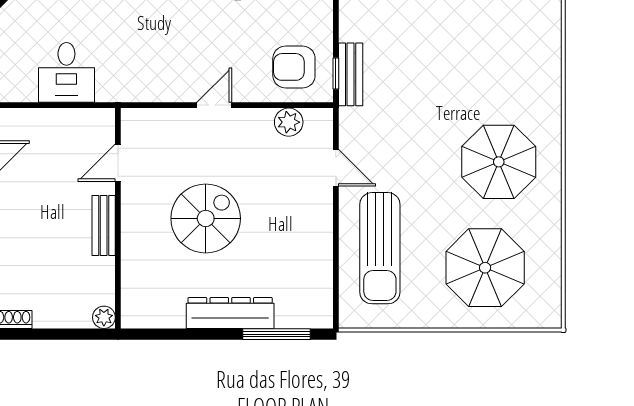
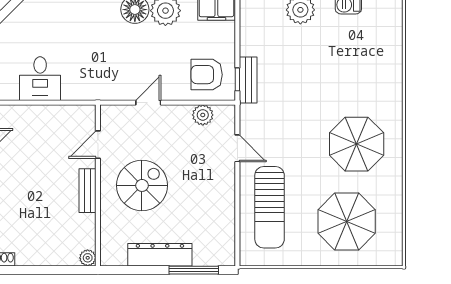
door: (118, 163) -> (98, 145), moved
wall: (118, 218) -> (98, 185), moved
bench: (104, 226) -> (88, 191), moved
plant: (104, 317) -> (88, 258), moved

